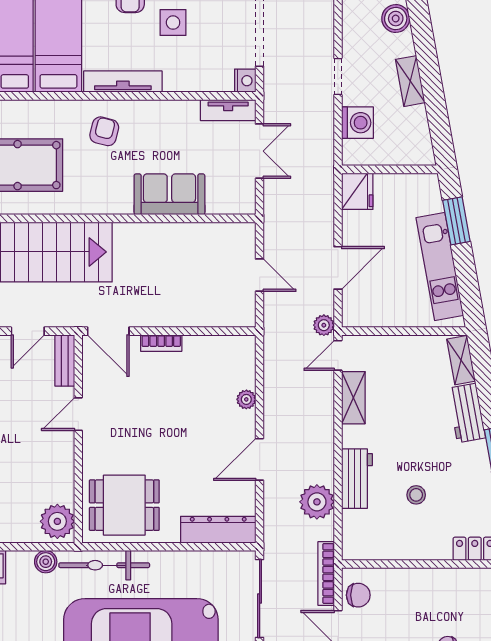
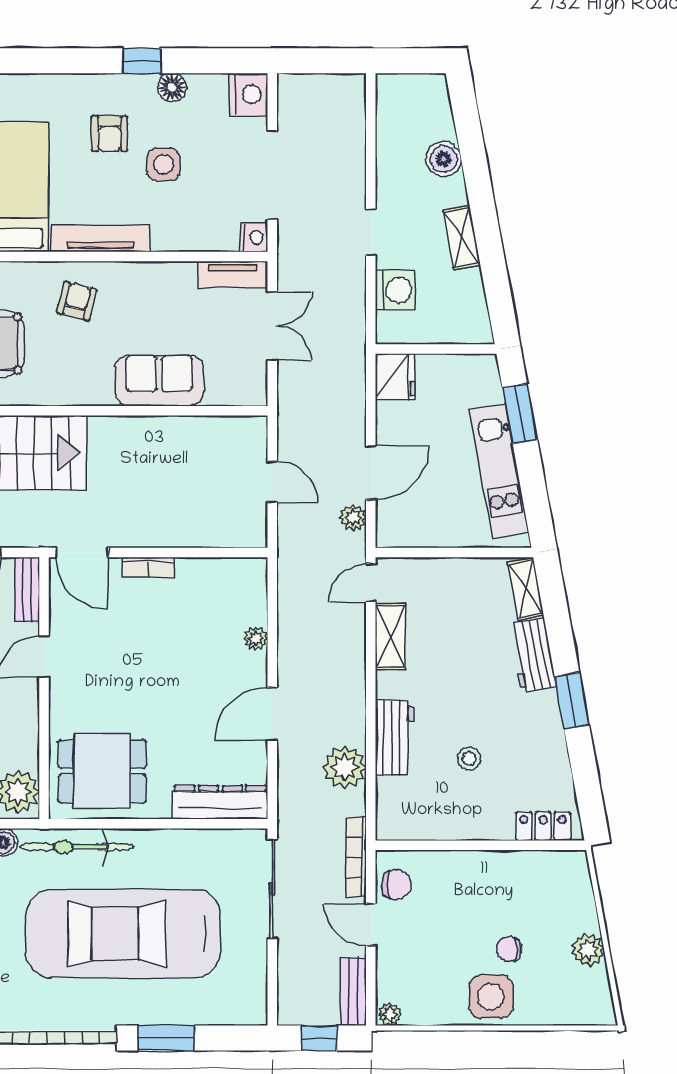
plant: (324, 325) -> (353, 518), moved

